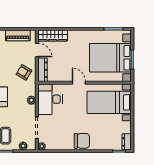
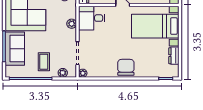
desk: (50, 99) -> (92, 18), width x0.73
chair: (82, 141) -> (126, 67), turned -90
dresser: (127, 142) -> (174, 56), moved

